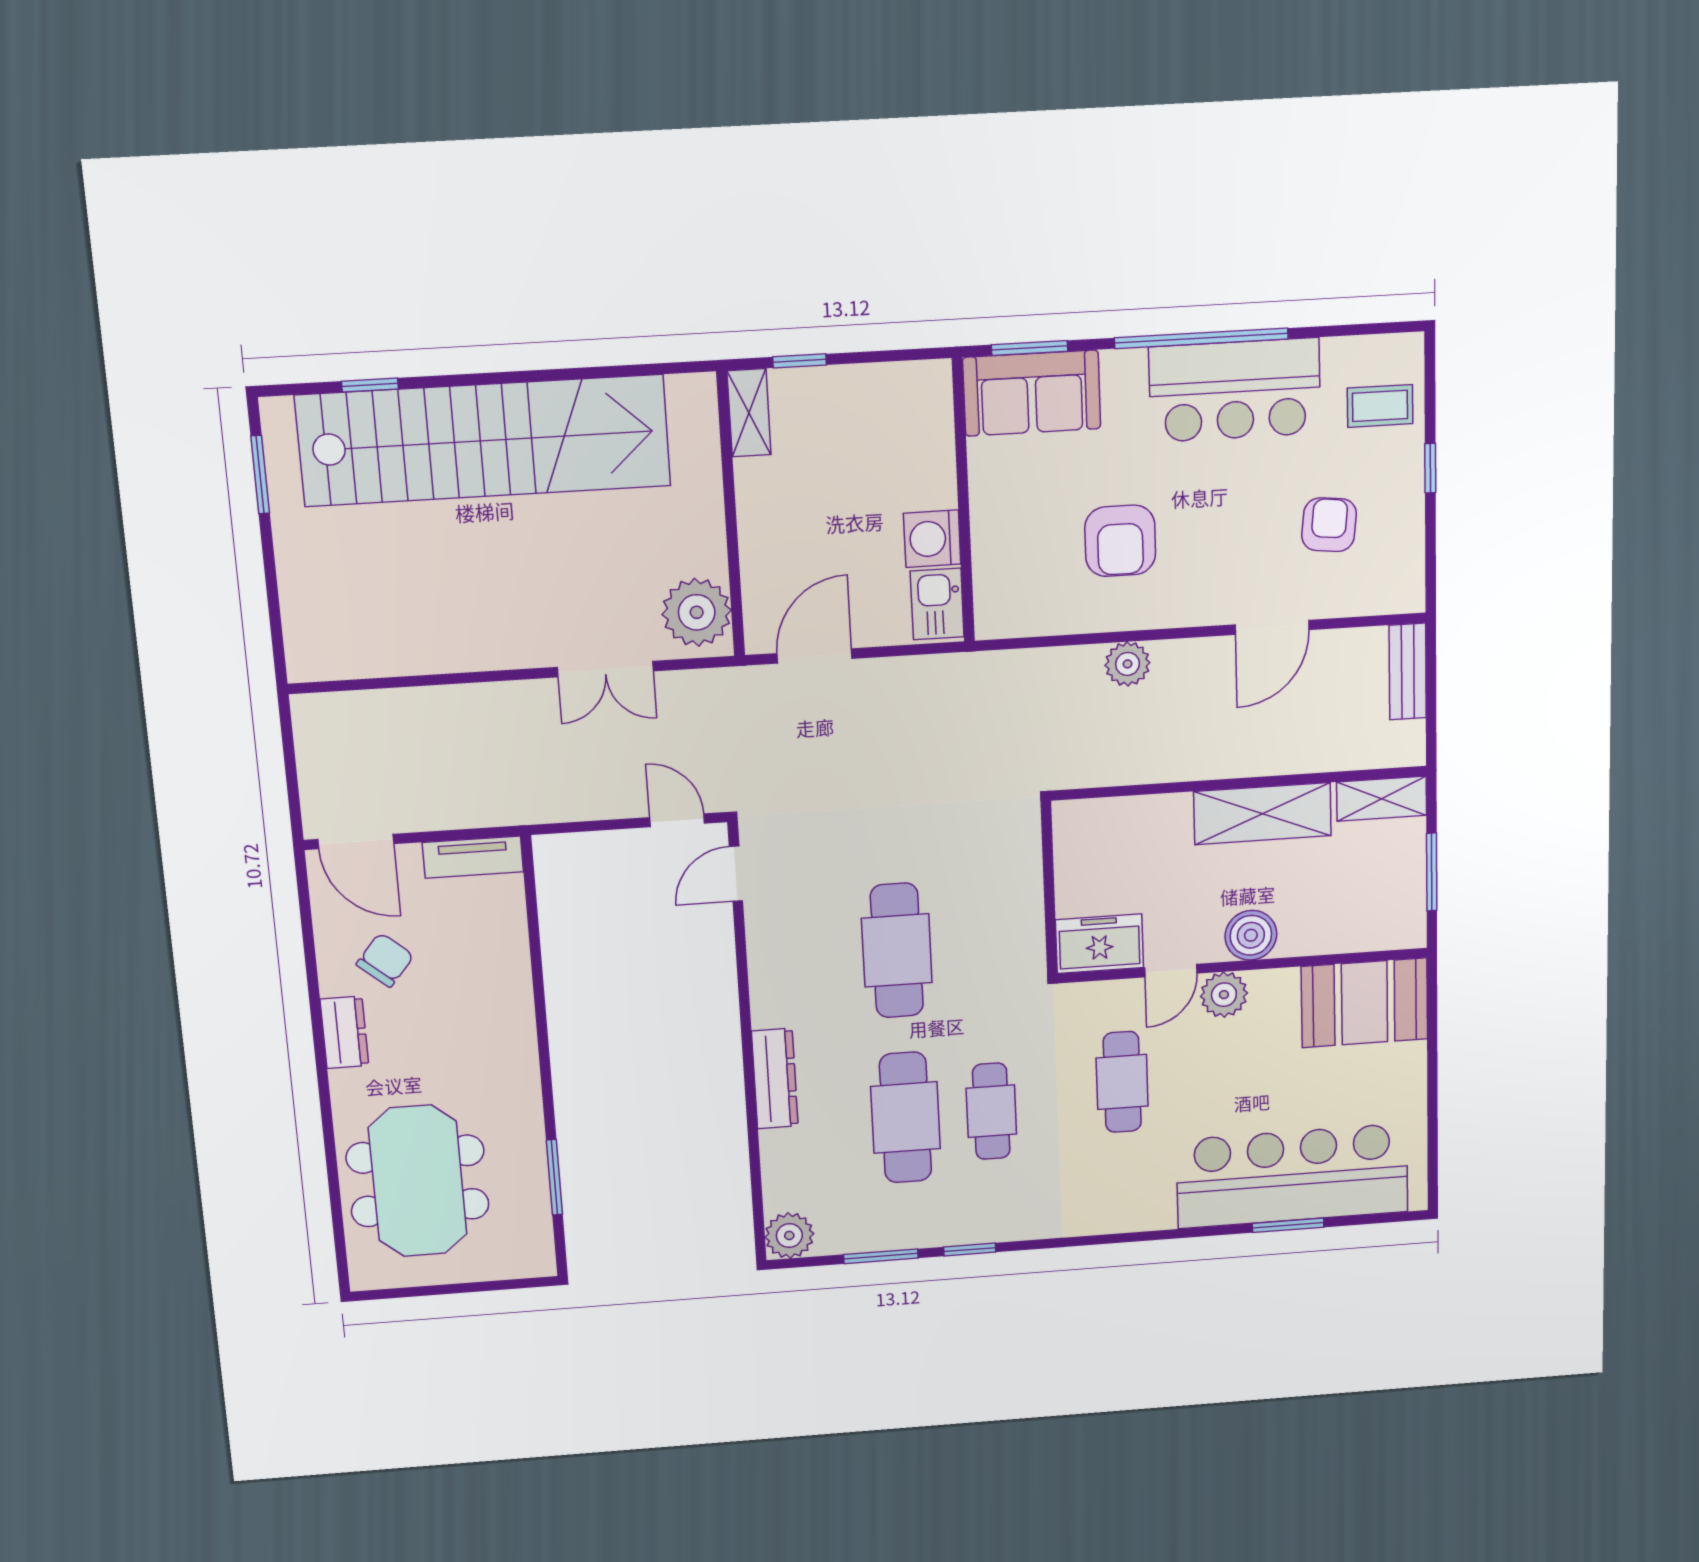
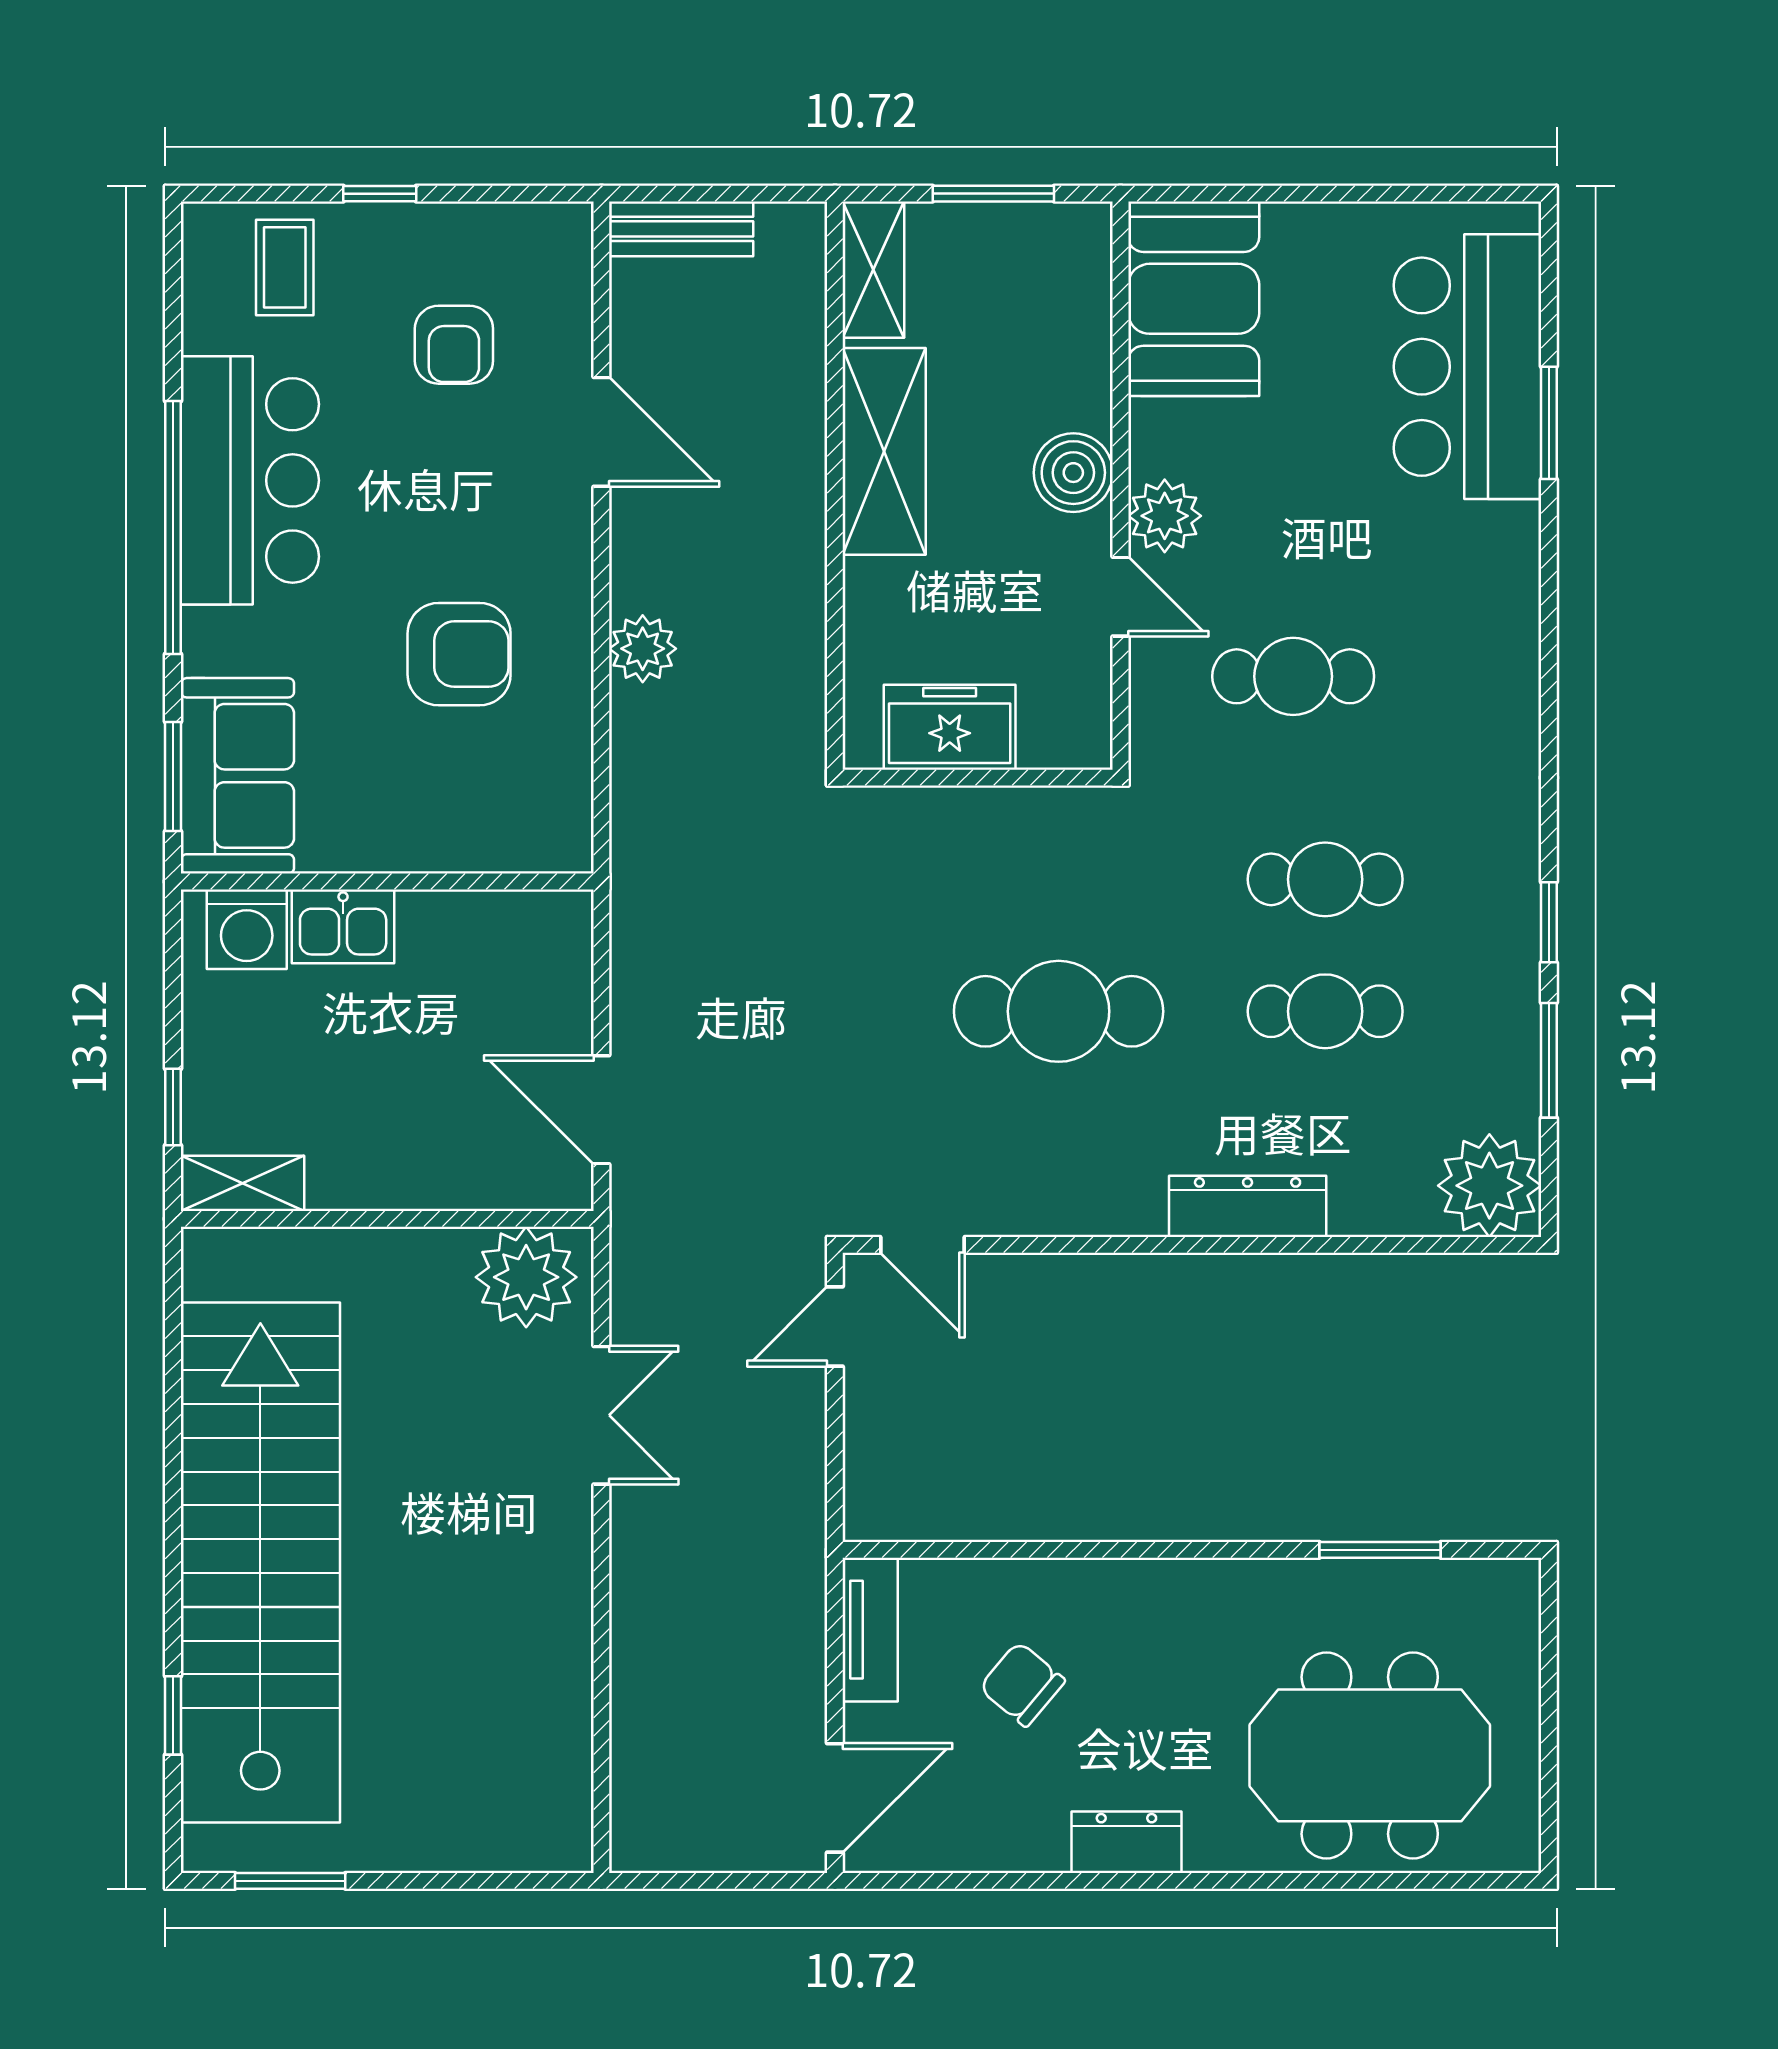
armchair: (1329, 525) -> (454, 345), turned -96
washing machine: (932, 539) -> (247, 929), moved
kitchen sink: (937, 604) -> (343, 926), moved
freezer: (1099, 944) -> (950, 727), moved, turned 90
chair: (385, 960) -> (1022, 1684), moved
cafe table: (905, 1118) -> (1325, 1011), width x0.73, depth x0.74
bar counter: (1292, 1176) -> (1467, 367), width x0.73
plant: (789, 1236) -> (1489, 1186), width x1.36, depth x1.36

